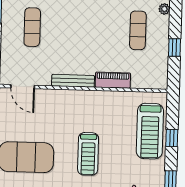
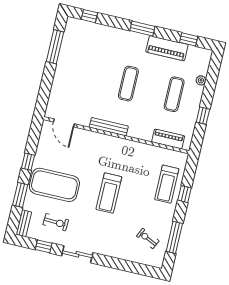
exercise mat: (32, 27) -> (128, 84), moved
piano: (113, 80) -> (168, 139), moved
treadmill: (150, 131) -> (167, 184), width x0.73, depth x0.73

